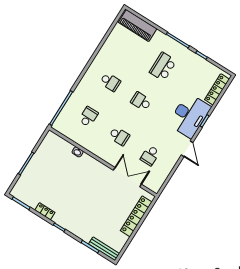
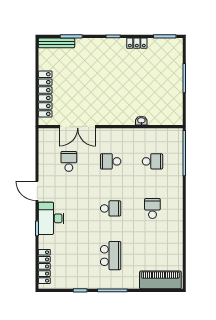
school desk: (110, 82) -> (152, 208), turned 90
desk: (189, 116) -> (51, 218), width x0.73, depth x0.77
school desk: (88, 117) -> (152, 161), turned -90

